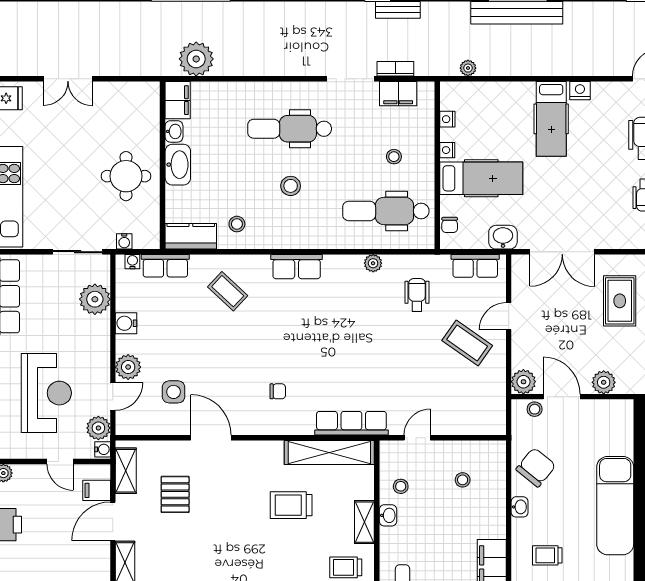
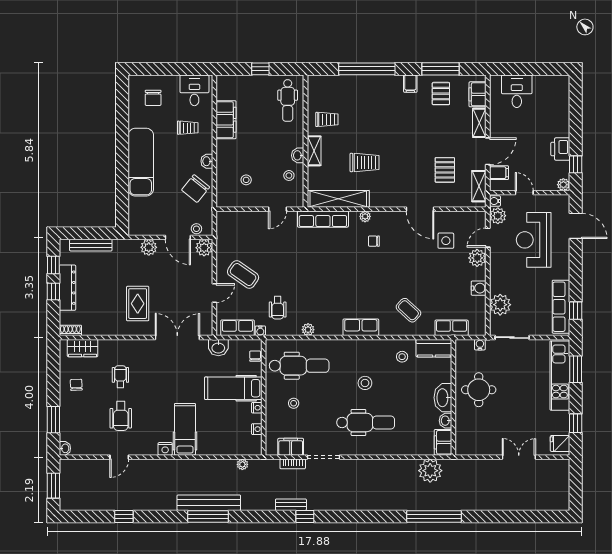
water cooler: (132, 262) -> (260, 331), moved
plant: (290, 427) -> (365, 216), added

